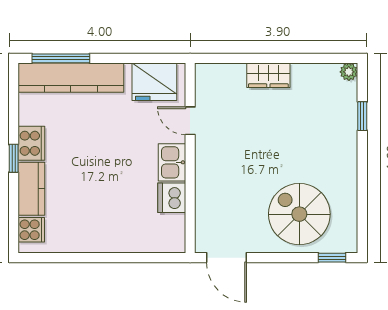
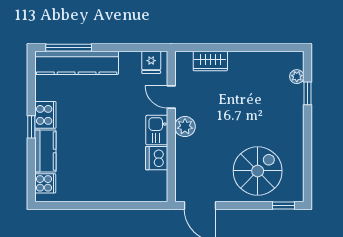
plant: (349, 72) -> (297, 77), moved
wardrobe: (268, 75) -> (210, 61), moved
fridge: (154, 82) -> (151, 62), width x0.53, depth x0.75
plant: (208, 158) -> (185, 127), added
spiral stairs: (299, 214) -> (258, 171), turned 90

